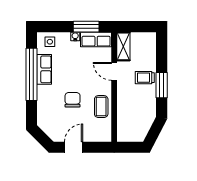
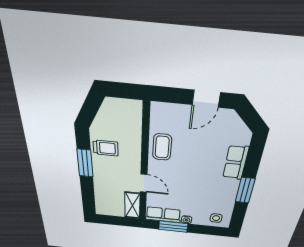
row of seats: (44, 69) -> (236, 163), moved
window: (32, 74) -> (245, 190), width x0.47
trolley: (145, 78) -> (106, 148), moved
chair: (73, 100) -> (199, 159), removed

